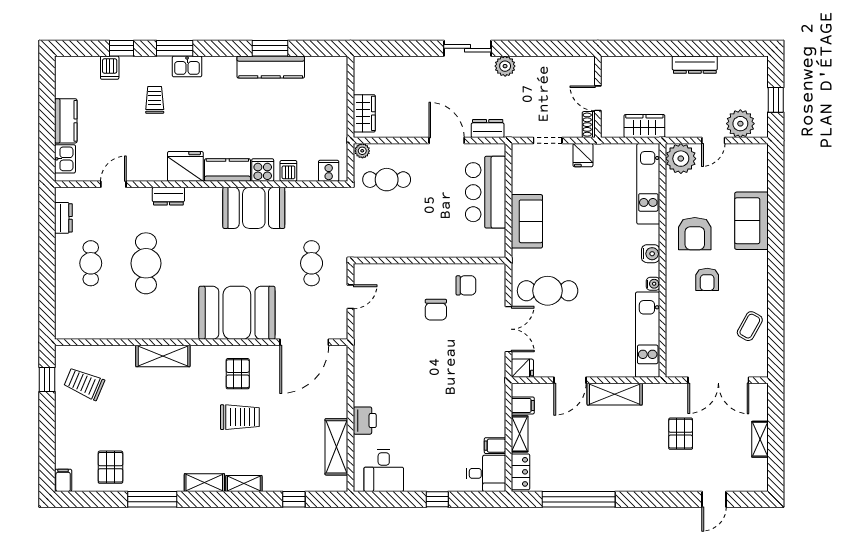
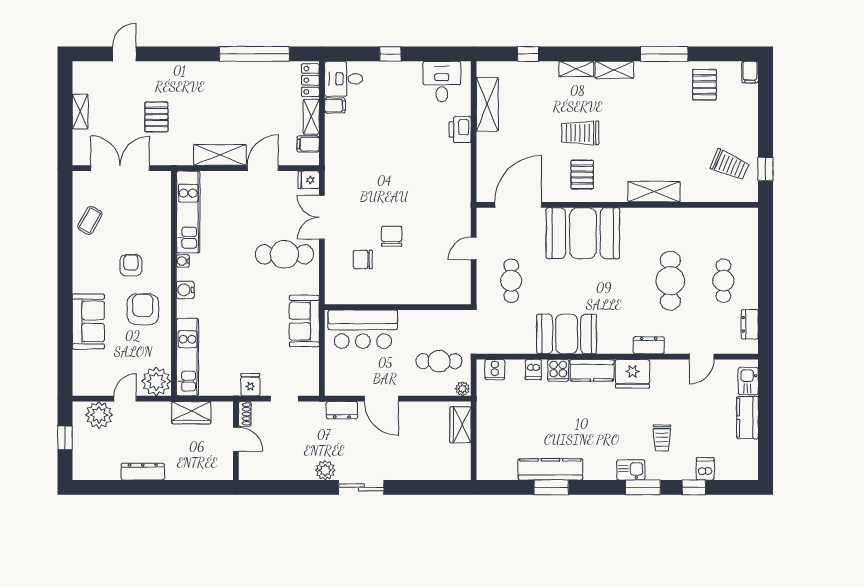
bar counter: (486, 192) -> (363, 329), moved, turned 90
wall: (429, 260) -> (398, 307), moved

